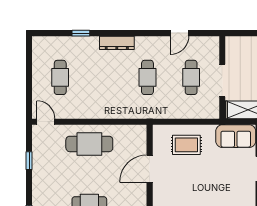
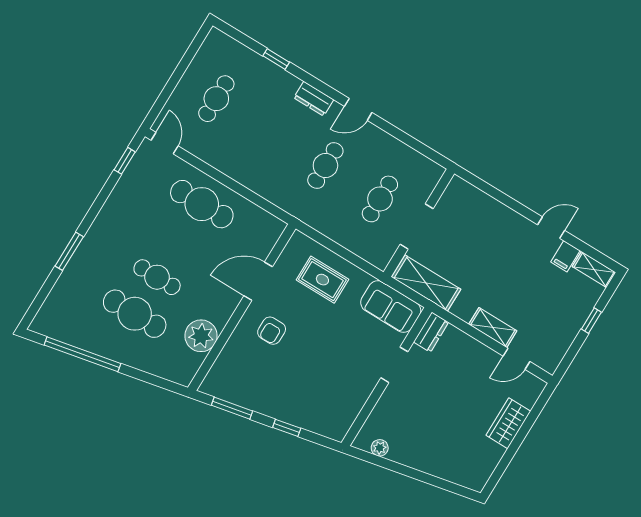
door: (179, 33) -> (358, 109), moved
dresser: (117, 43) -> (314, 99), width x0.70
window: (29, 161) -> (125, 161), moved
armchair: (175, 193) -> (272, 331), added

